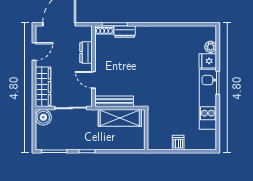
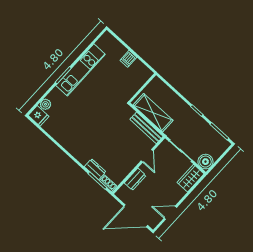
fridge: (208, 61) -> (39, 116), moved
wardrobe: (43, 87) -> (191, 178), width x0.67

